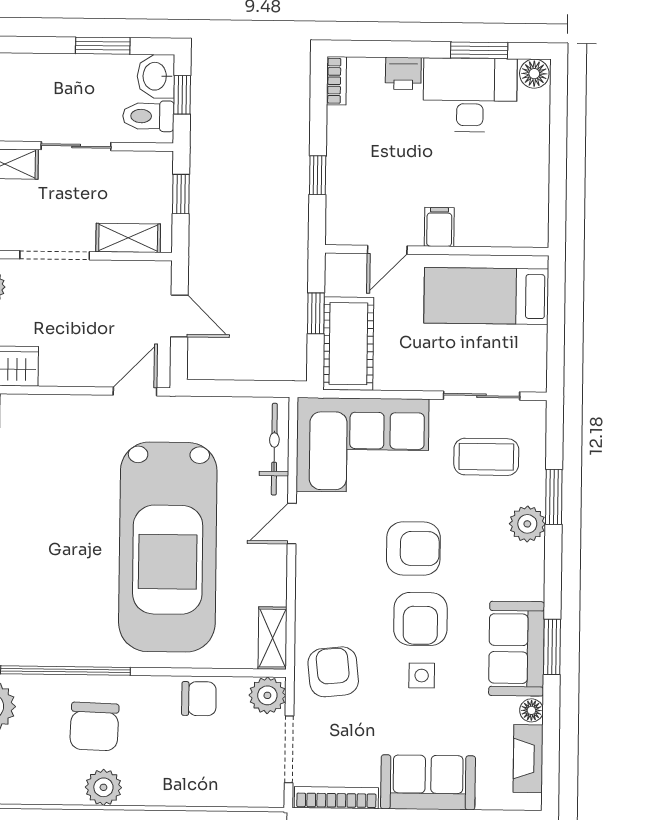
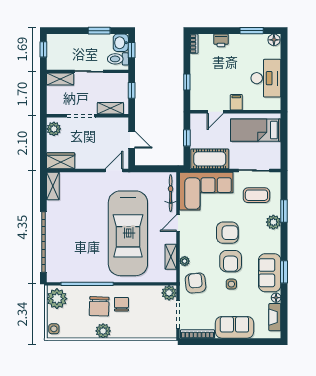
desk: (470, 95) -> (266, 78), moved, turned 90
cot: (348, 344) -> (210, 159), moved, turned 90
plant: (307, 617) -> (185, 261), added
shelving: (272, 638) -> (171, 257), moved
chair: (199, 699) -> (121, 304), moved, turned -90

